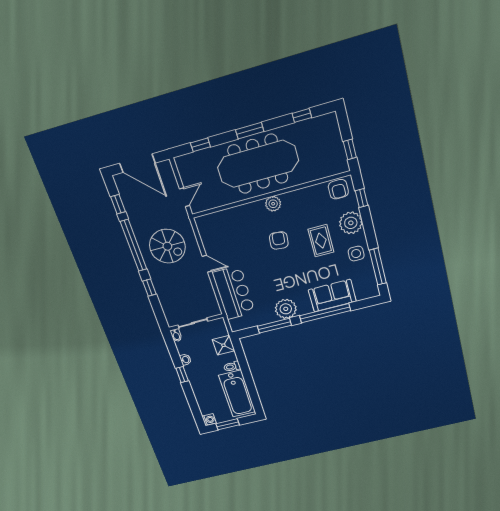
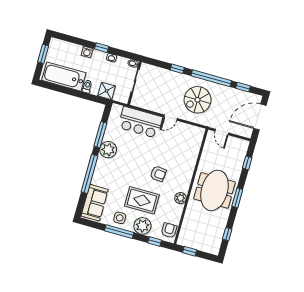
meeting table: (258, 164) -> (215, 190), width x0.73
armchair: (338, 189) -> (169, 230), turned 90
plant: (273, 204) -> (180, 198), moved
rug: (321, 241) -> (142, 200), width x1.36, depth x1.43
window: (378, 267) -> (119, 232), moved
sofa: (332, 296) -> (95, 203), moved
washing machine: (209, 420) -> (87, 52), moved

